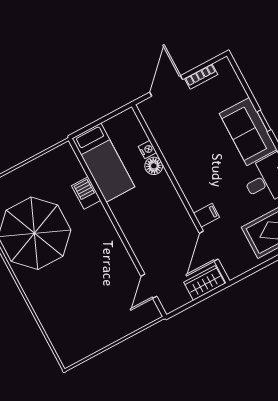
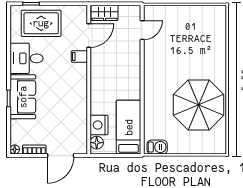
floor lamp: (224, 64) -> (15, 149), added
nightstand: (147, 150) -> (99, 125), width x1.89, depth x1.79
floor lamp: (154, 166) -> (97, 143), moved
barbecue: (86, 193) -> (157, 147), moved, turned -90

